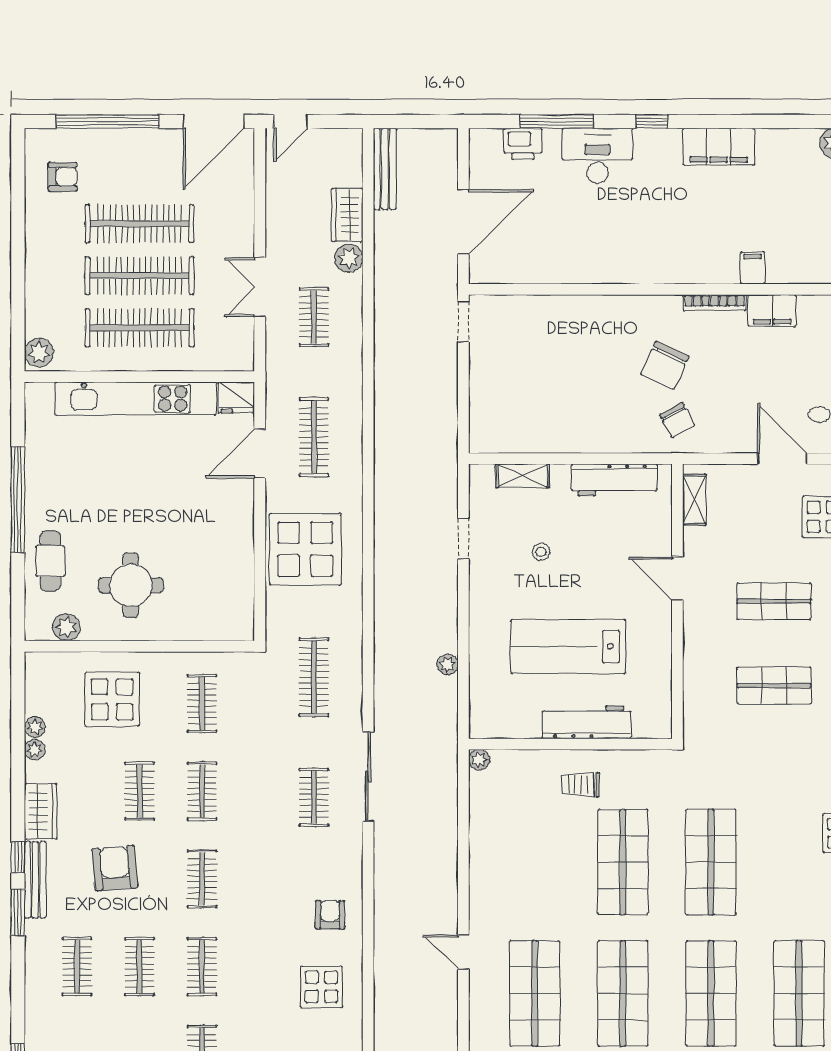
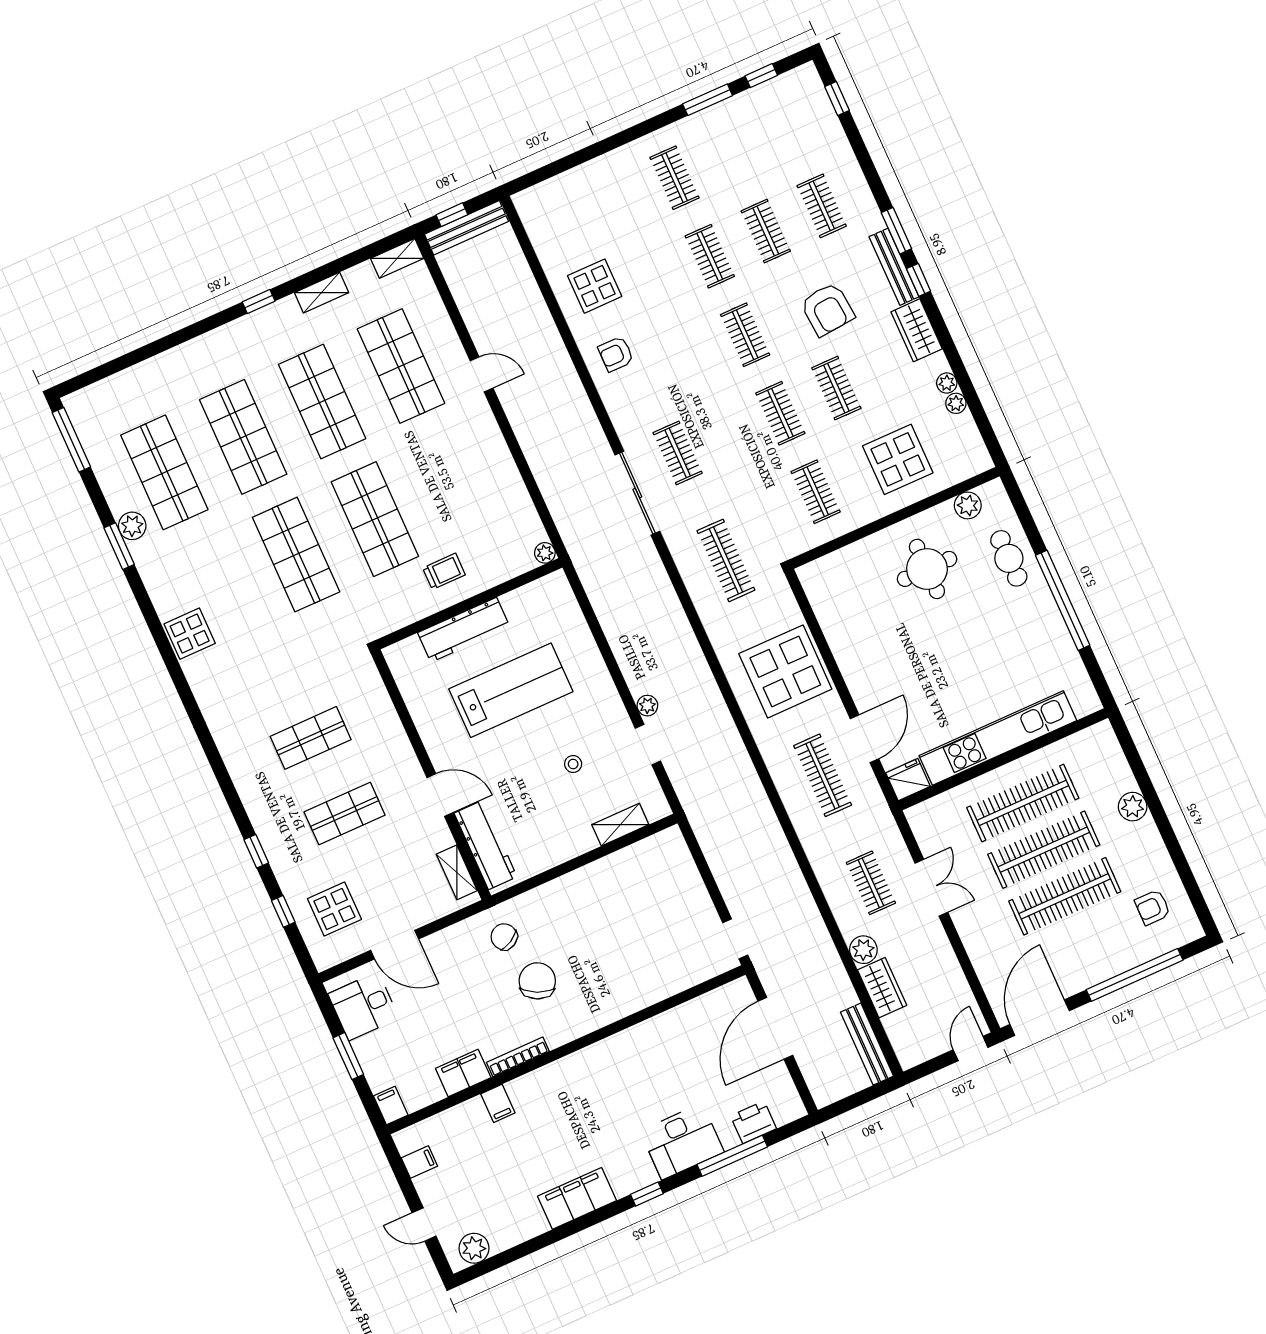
plant: (39, 353) -> (1133, 807), moved
workbench: (614, 480) -> (486, 845), moved, turned 90
plant: (448, 664) -> (647, 706), moved
armchair: (330, 915) -> (616, 354), turned 90

